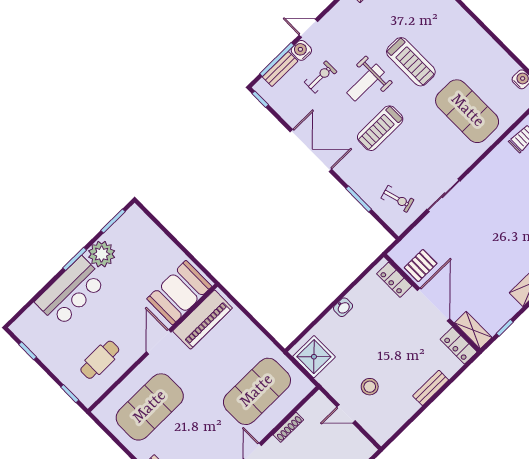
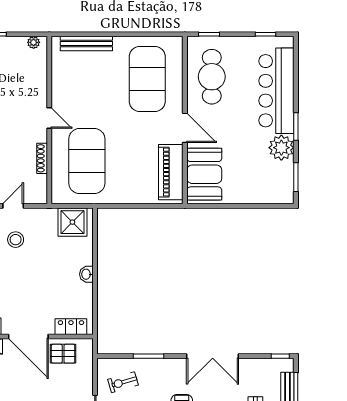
pallet: (421, 266) -> (63, 354), turned 90
bar counter: (71, 292) -> (276, 91), width x1.36
cafe table: (100, 360) -> (212, 77), width x1.37, depth x1.35

